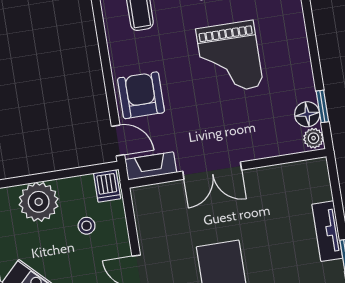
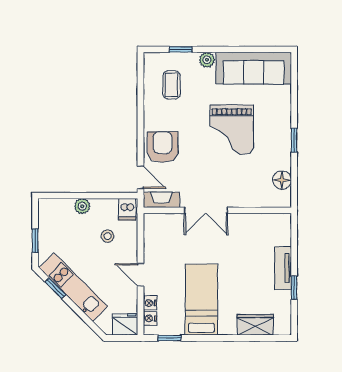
window: (322, 106) -> (294, 140), moved
plant: (314, 138) -> (284, 198), removed
plant: (39, 202) -> (82, 206), width x0.53, depth x0.53

